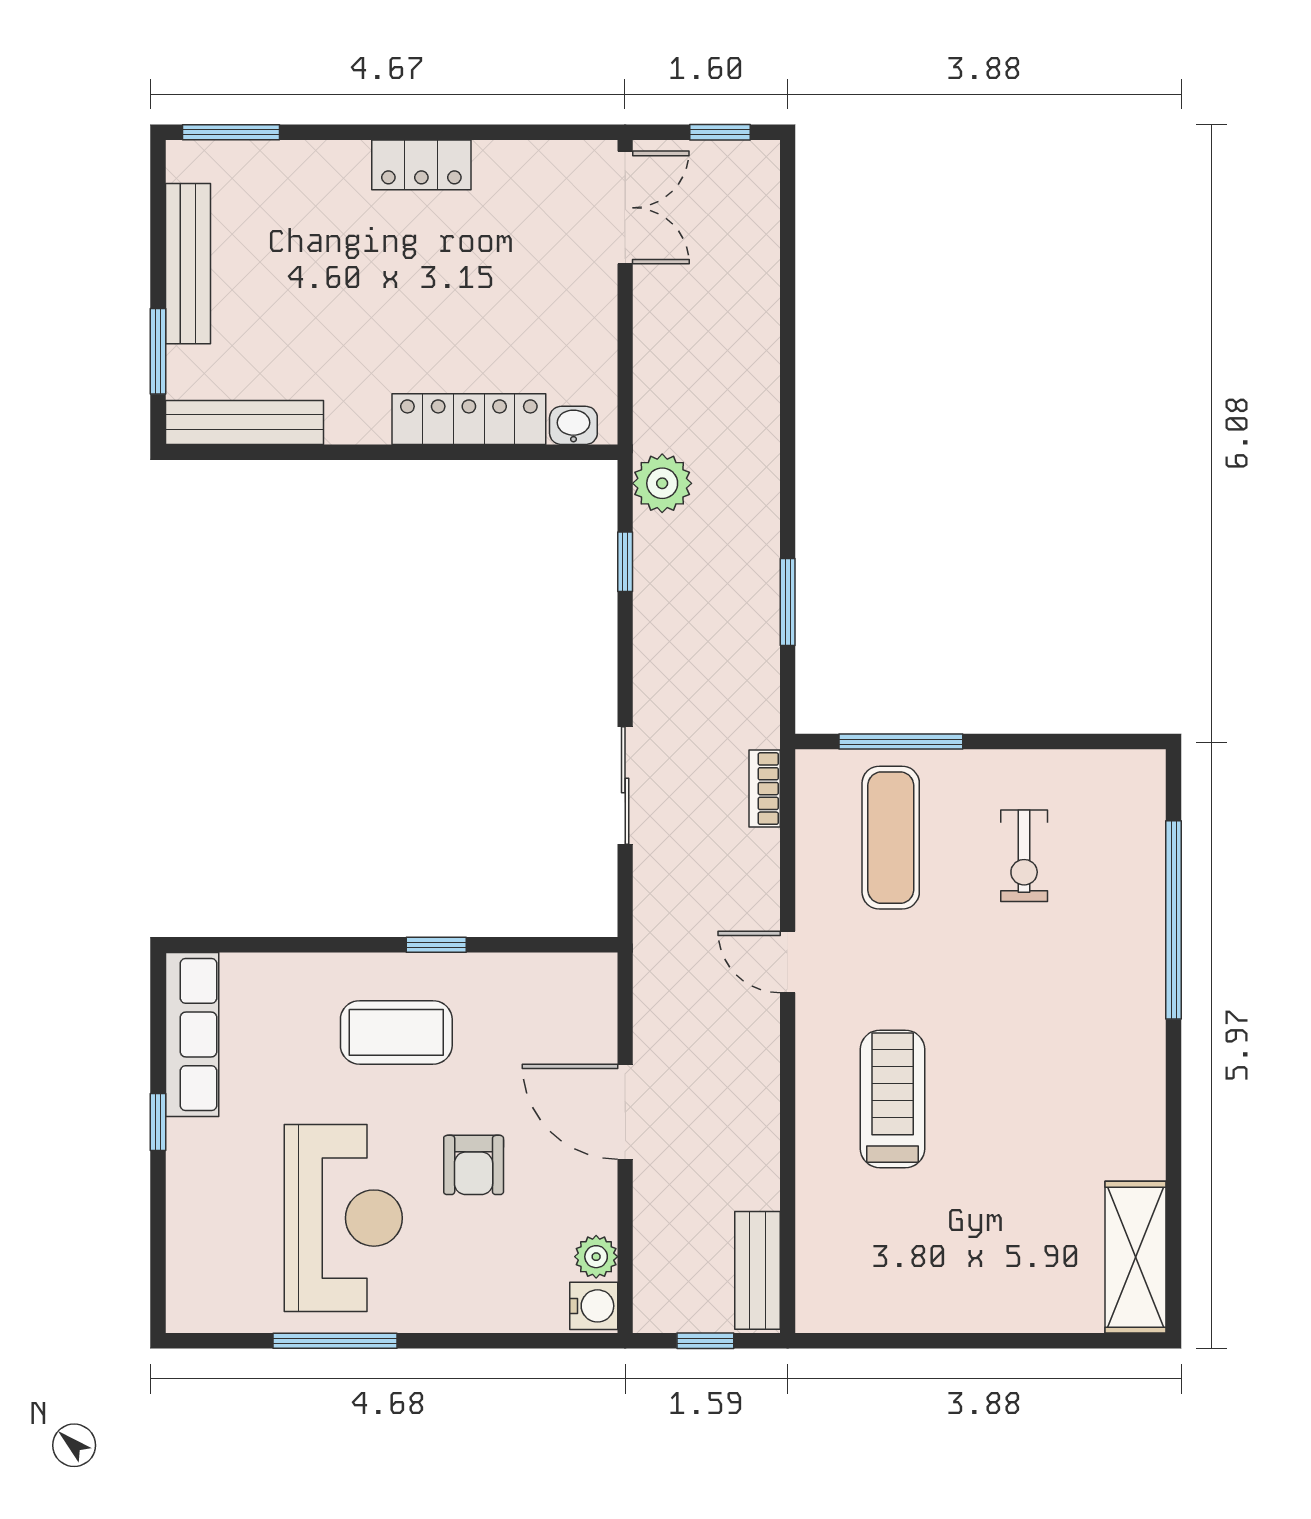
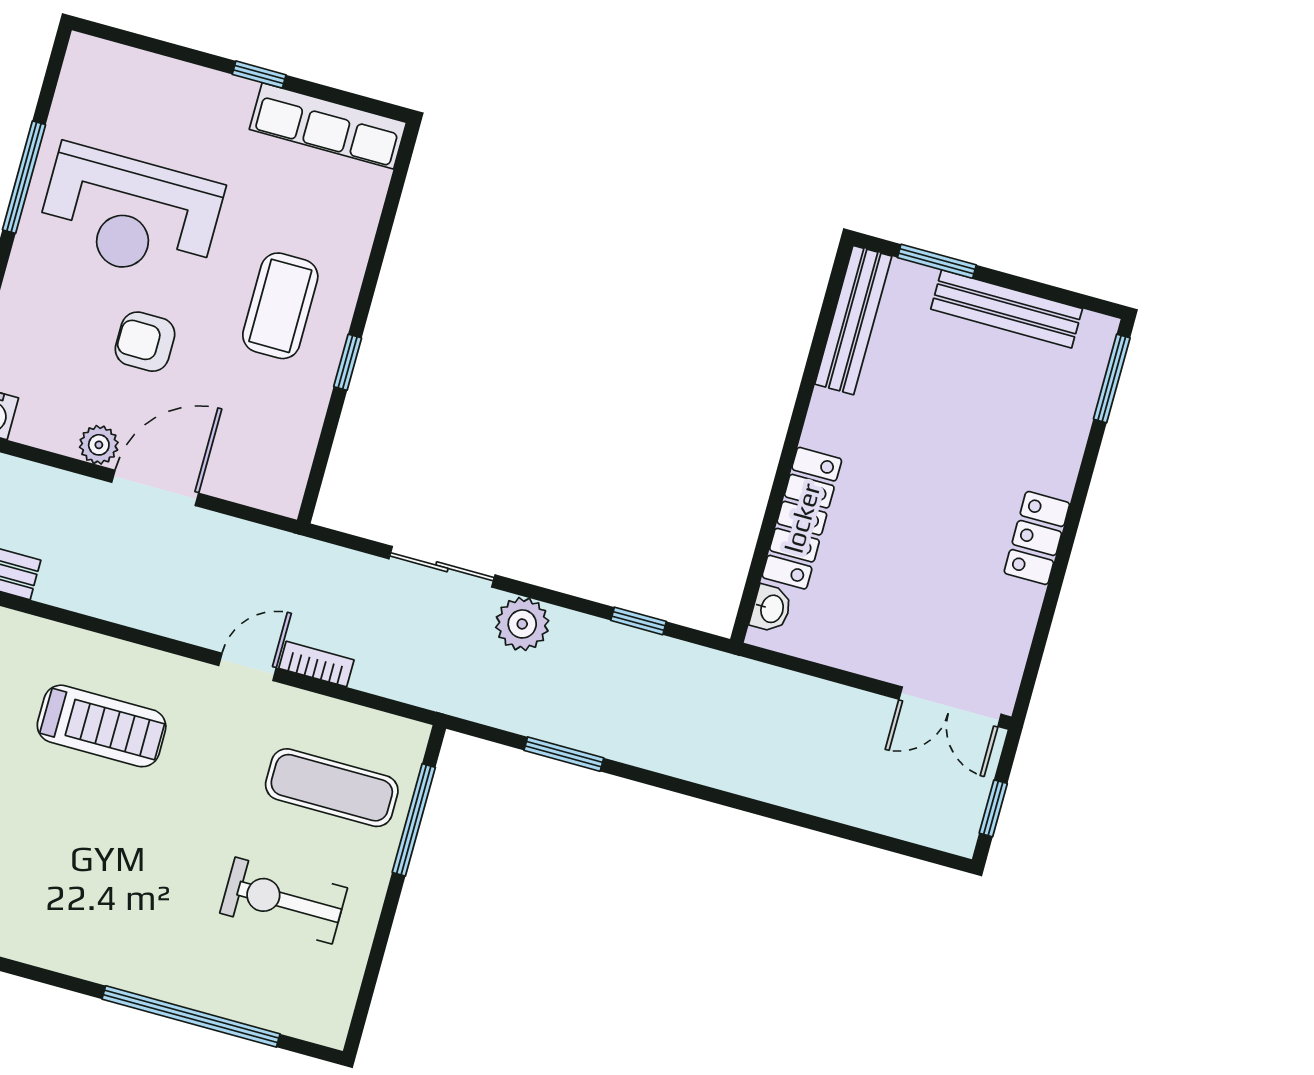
plant: (662, 483) -> (522, 624), moved
bookcase: (765, 789) -> (316, 664), moved
exercise bike: (1024, 856) -> (284, 901), width x1.38, depth x1.39
plant: (596, 1257) -> (99, 445), moved

